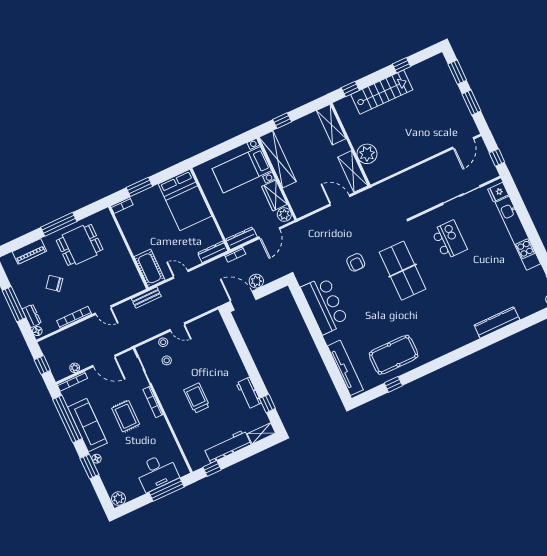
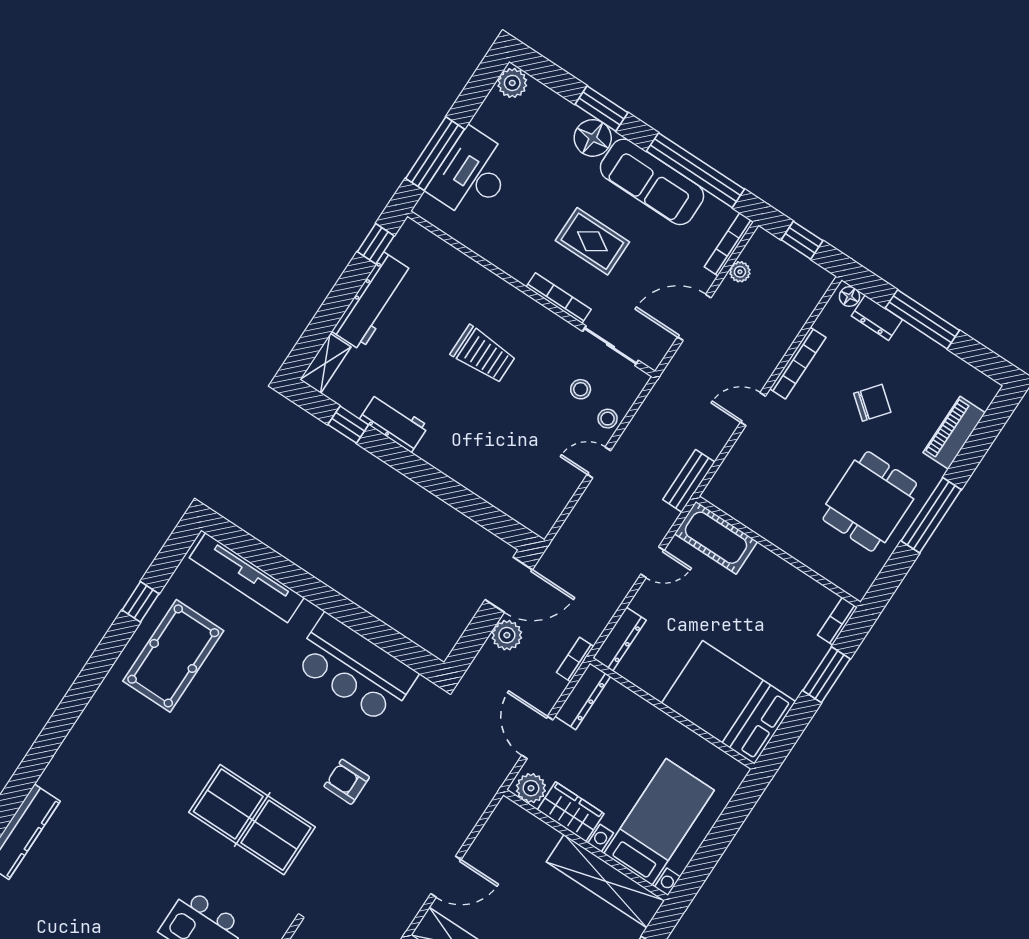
floor lamp: (96, 459) -> (593, 138), width x1.89, depth x1.89

